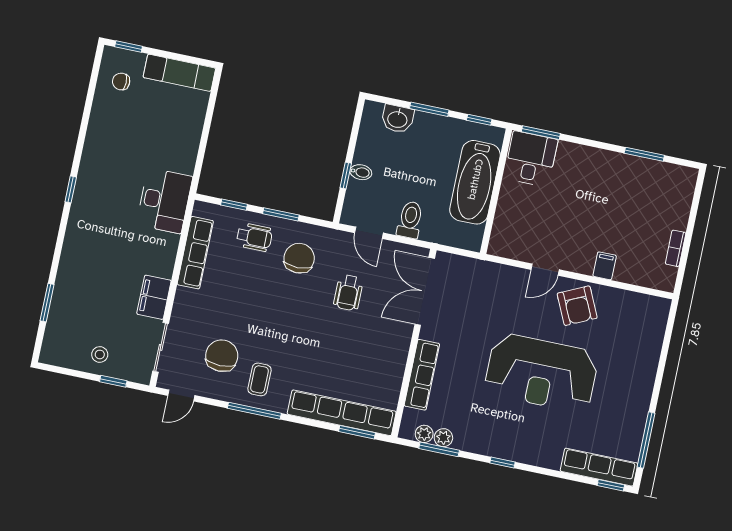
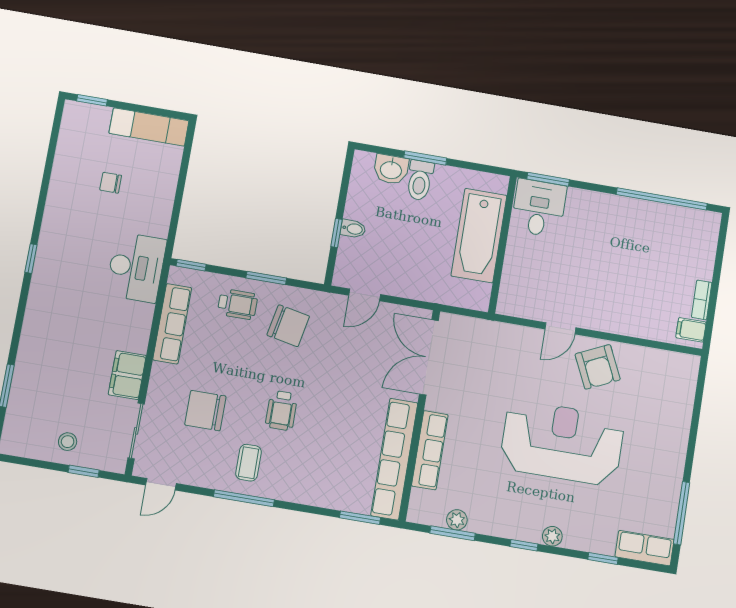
chair: (121, 82) -> (111, 183), moved
window: (479, 120) -> (480, 168), removed
window: (644, 154) -> (662, 199), width x2.11
window: (234, 205) -> (191, 265), moved
toilet: (410, 220) -> (420, 180), moved, turned 180
door: (369, 233) -> (365, 295), hinge flipped
chair: (299, 258) -> (288, 326), turned 101
filing cabinet: (605, 266) -> (691, 330), moved, turned -90
wheelchair: (348, 293) -> (281, 410), moved
chair: (222, 356) -> (205, 411), moved, turned -90
reception desk: (541, 373) -> (562, 443), turned 180
row of seats: (342, 413) -> (394, 459), moved, turned -90
plant: (424, 434) -> (552, 536), moved
row of seats: (599, 467) -> (645, 548), width x0.68
window: (611, 485) -> (603, 559), moved

